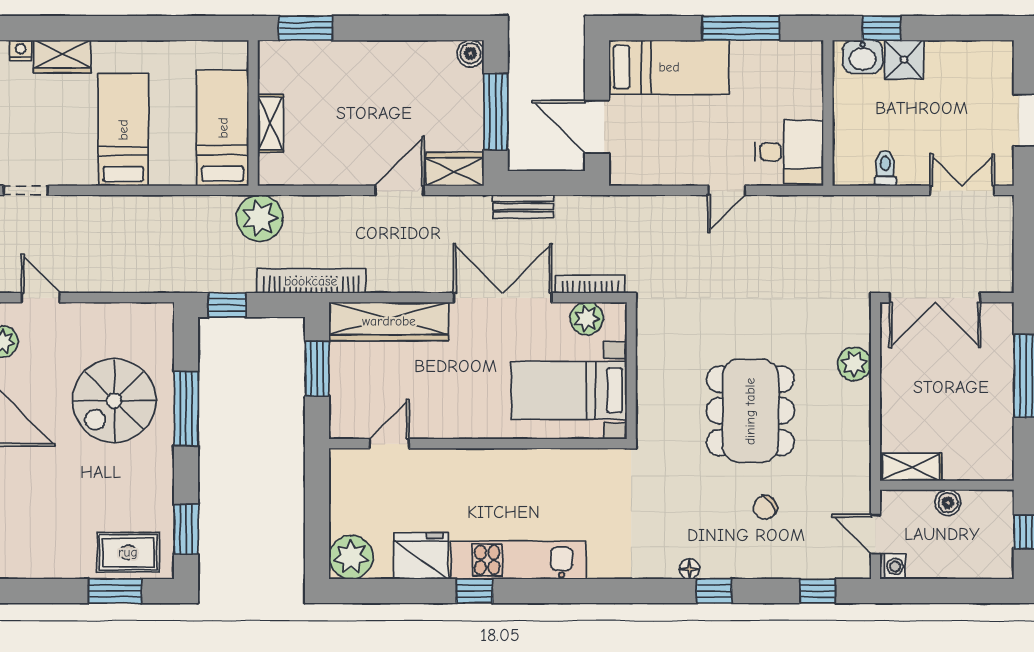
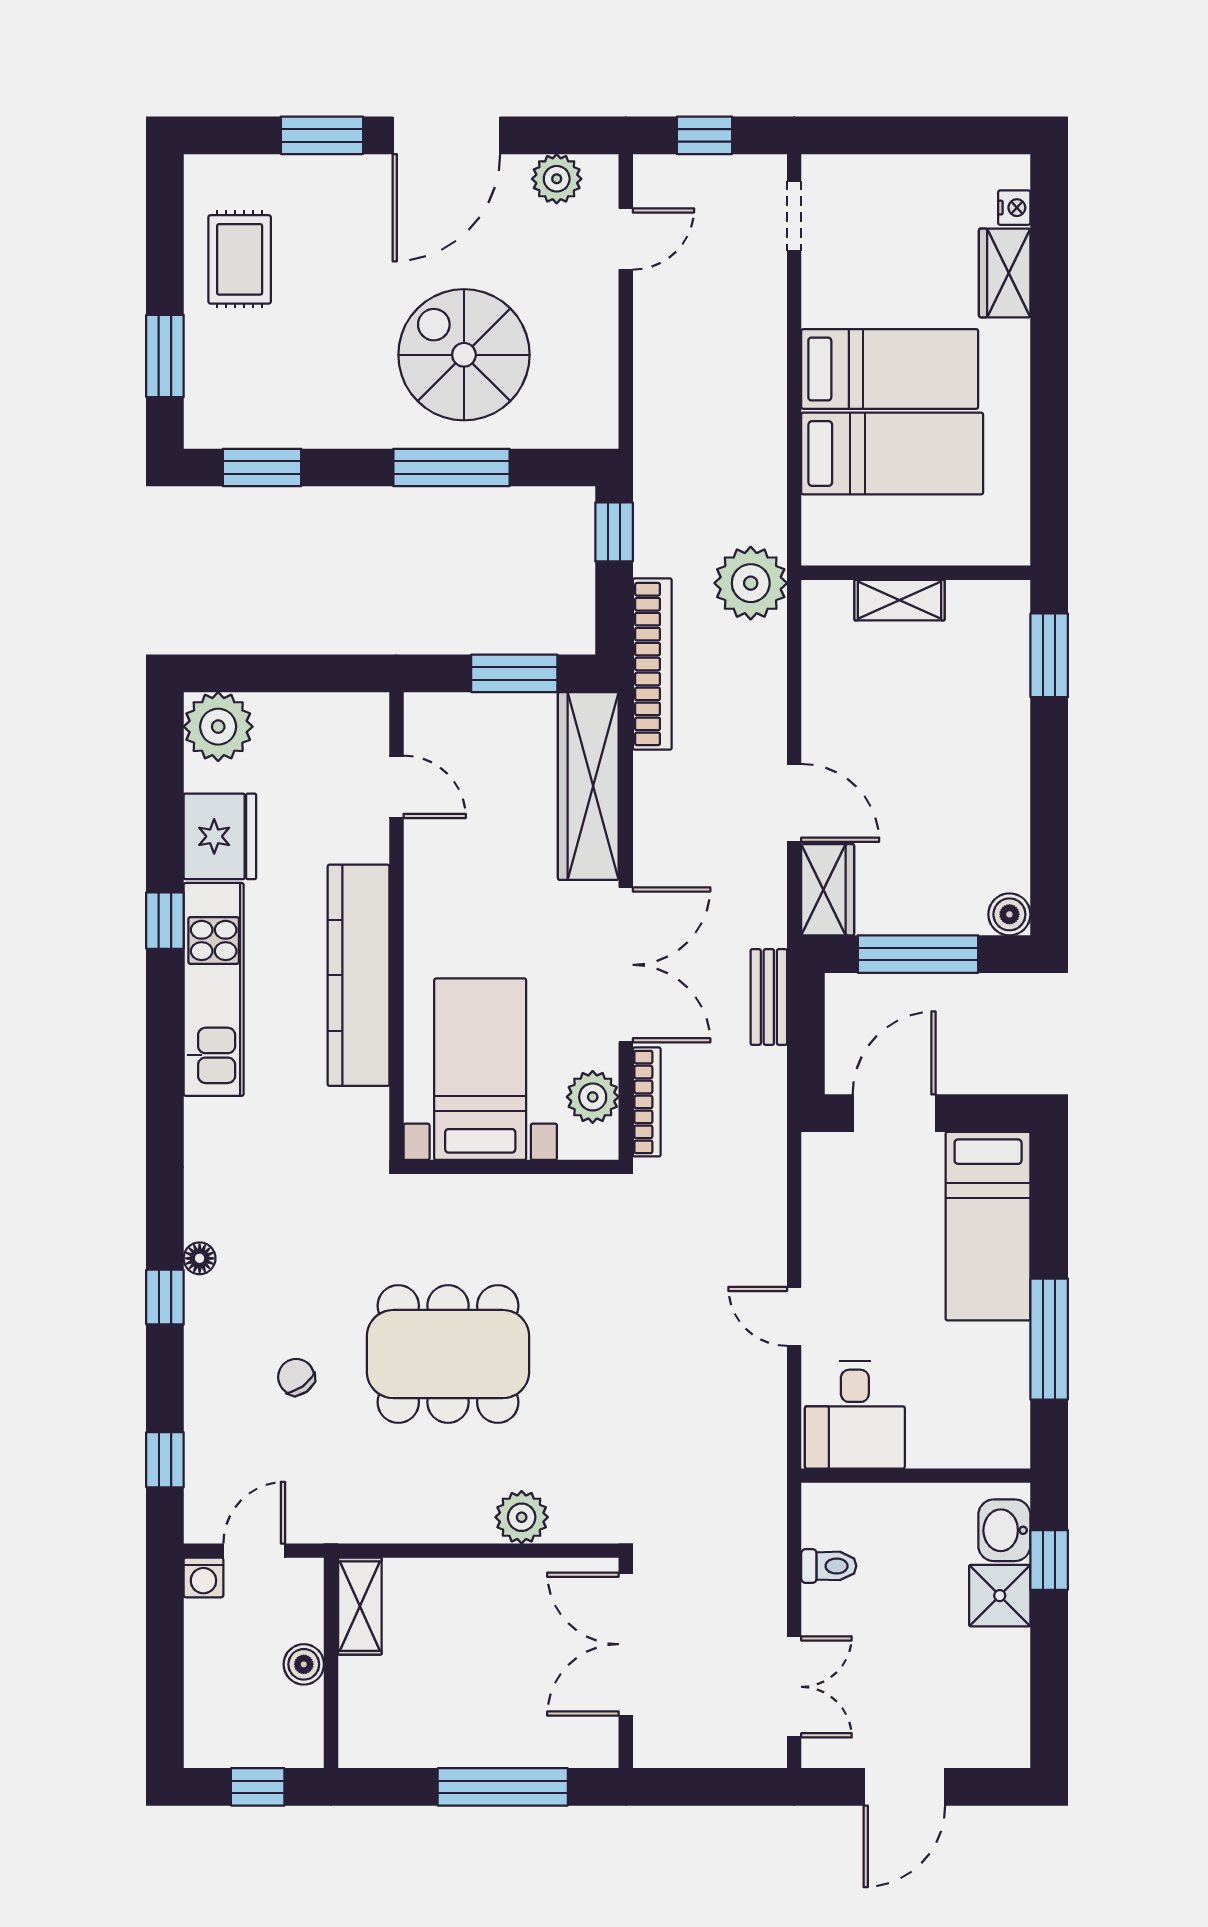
bed: (223, 128) -> (892, 453), moved
kitchen counter: (509, 468) -> (359, 975), added
rug: (128, 552) -> (240, 259), moved

